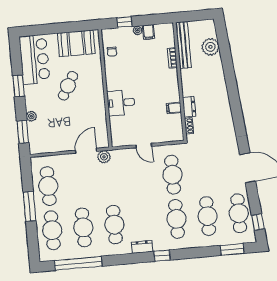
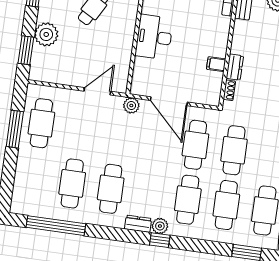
desk: (121, 103) -> (154, 37), width x1.37
plant: (31, 116) -> (46, 34), width x1.88, depth x1.88
door: (144, 146) -> (169, 101), width x1.88
plant: (104, 157) -> (131, 106), moved
window: (30, 206) -> (15, 129), moved
cafe table: (52, 230) -> (234, 150), moved
plant: (160, 245) -> (160, 226), added

